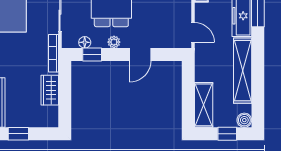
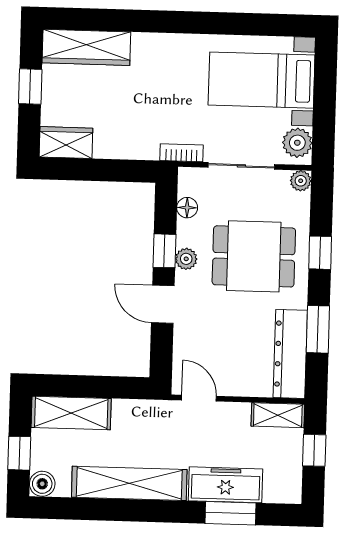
door: (193, 32) -> (199, 398), swing flipped
bookcase: (54, 53) -> (181, 153), width x0.64
window: (92, 55) -> (164, 251), moved
wardrobe: (50, 90) -> (66, 143), moved

